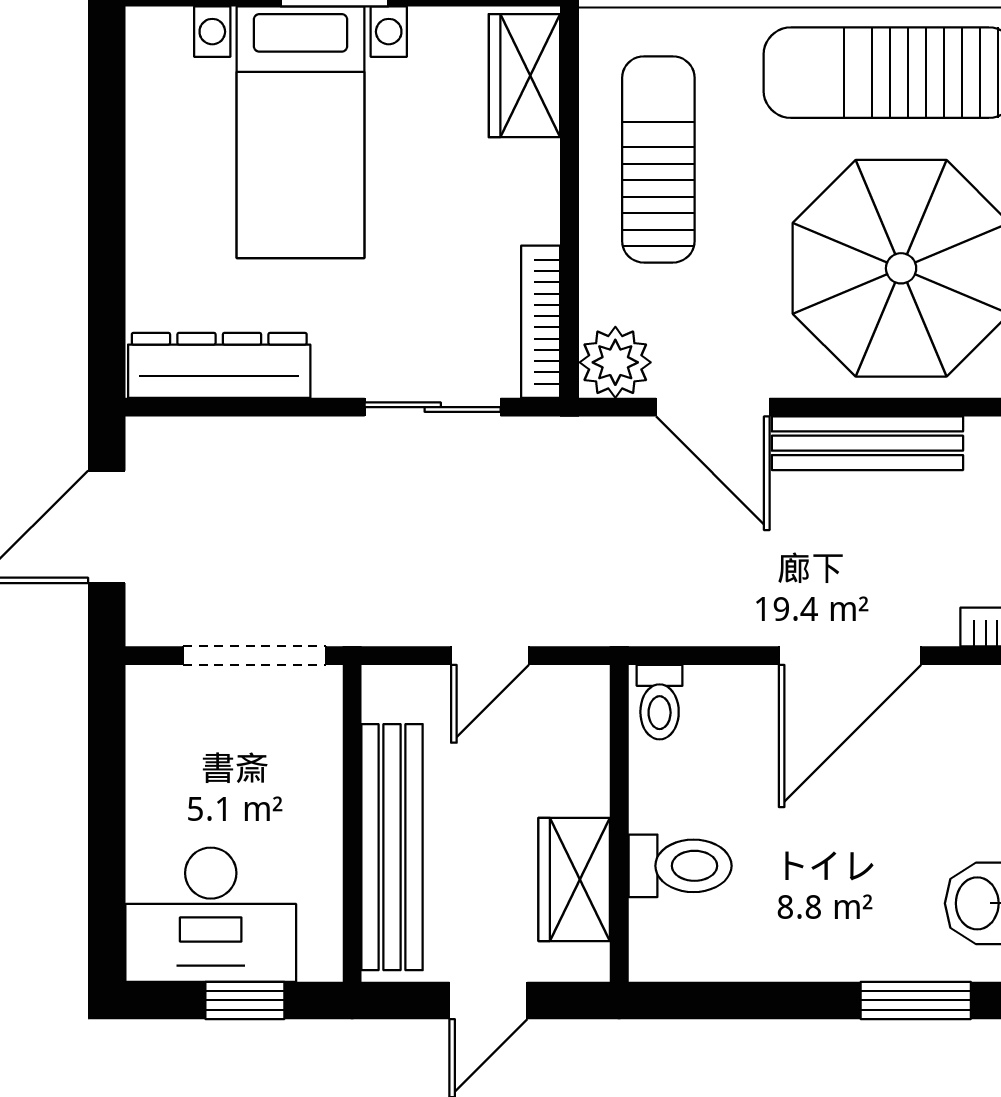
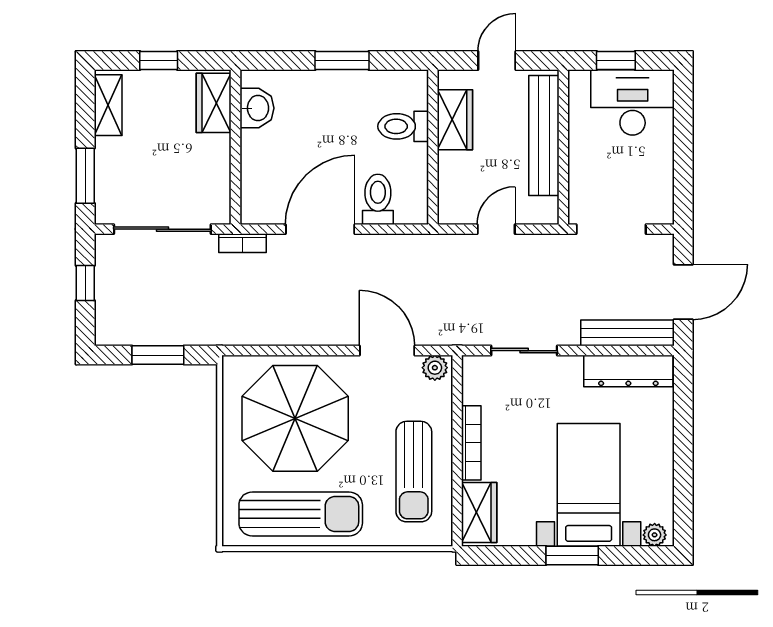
plant: (166, 30) -> (655, 535), added
bookcase: (541, 322) -> (471, 443), moved
plant: (615, 362) -> (435, 368), width x0.73, depth x0.73
bench: (867, 443) -> (628, 333), moved
toilet: (660, 702) -> (378, 199), moved, width x1.37, depth x1.39
window: (916, 1000) -> (342, 61), moved

